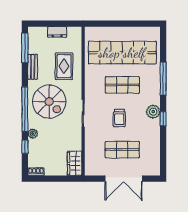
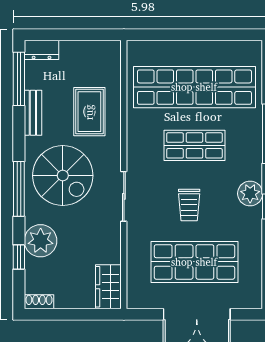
dresser: (57, 32) -> (42, 50), moved
window: (25, 109) -> (19, 189), width x0.68
plant: (33, 134) -> (41, 241), width x1.88, depth x1.88
shop shelf: (122, 150) -> (194, 262), width x1.43, depth x1.36

